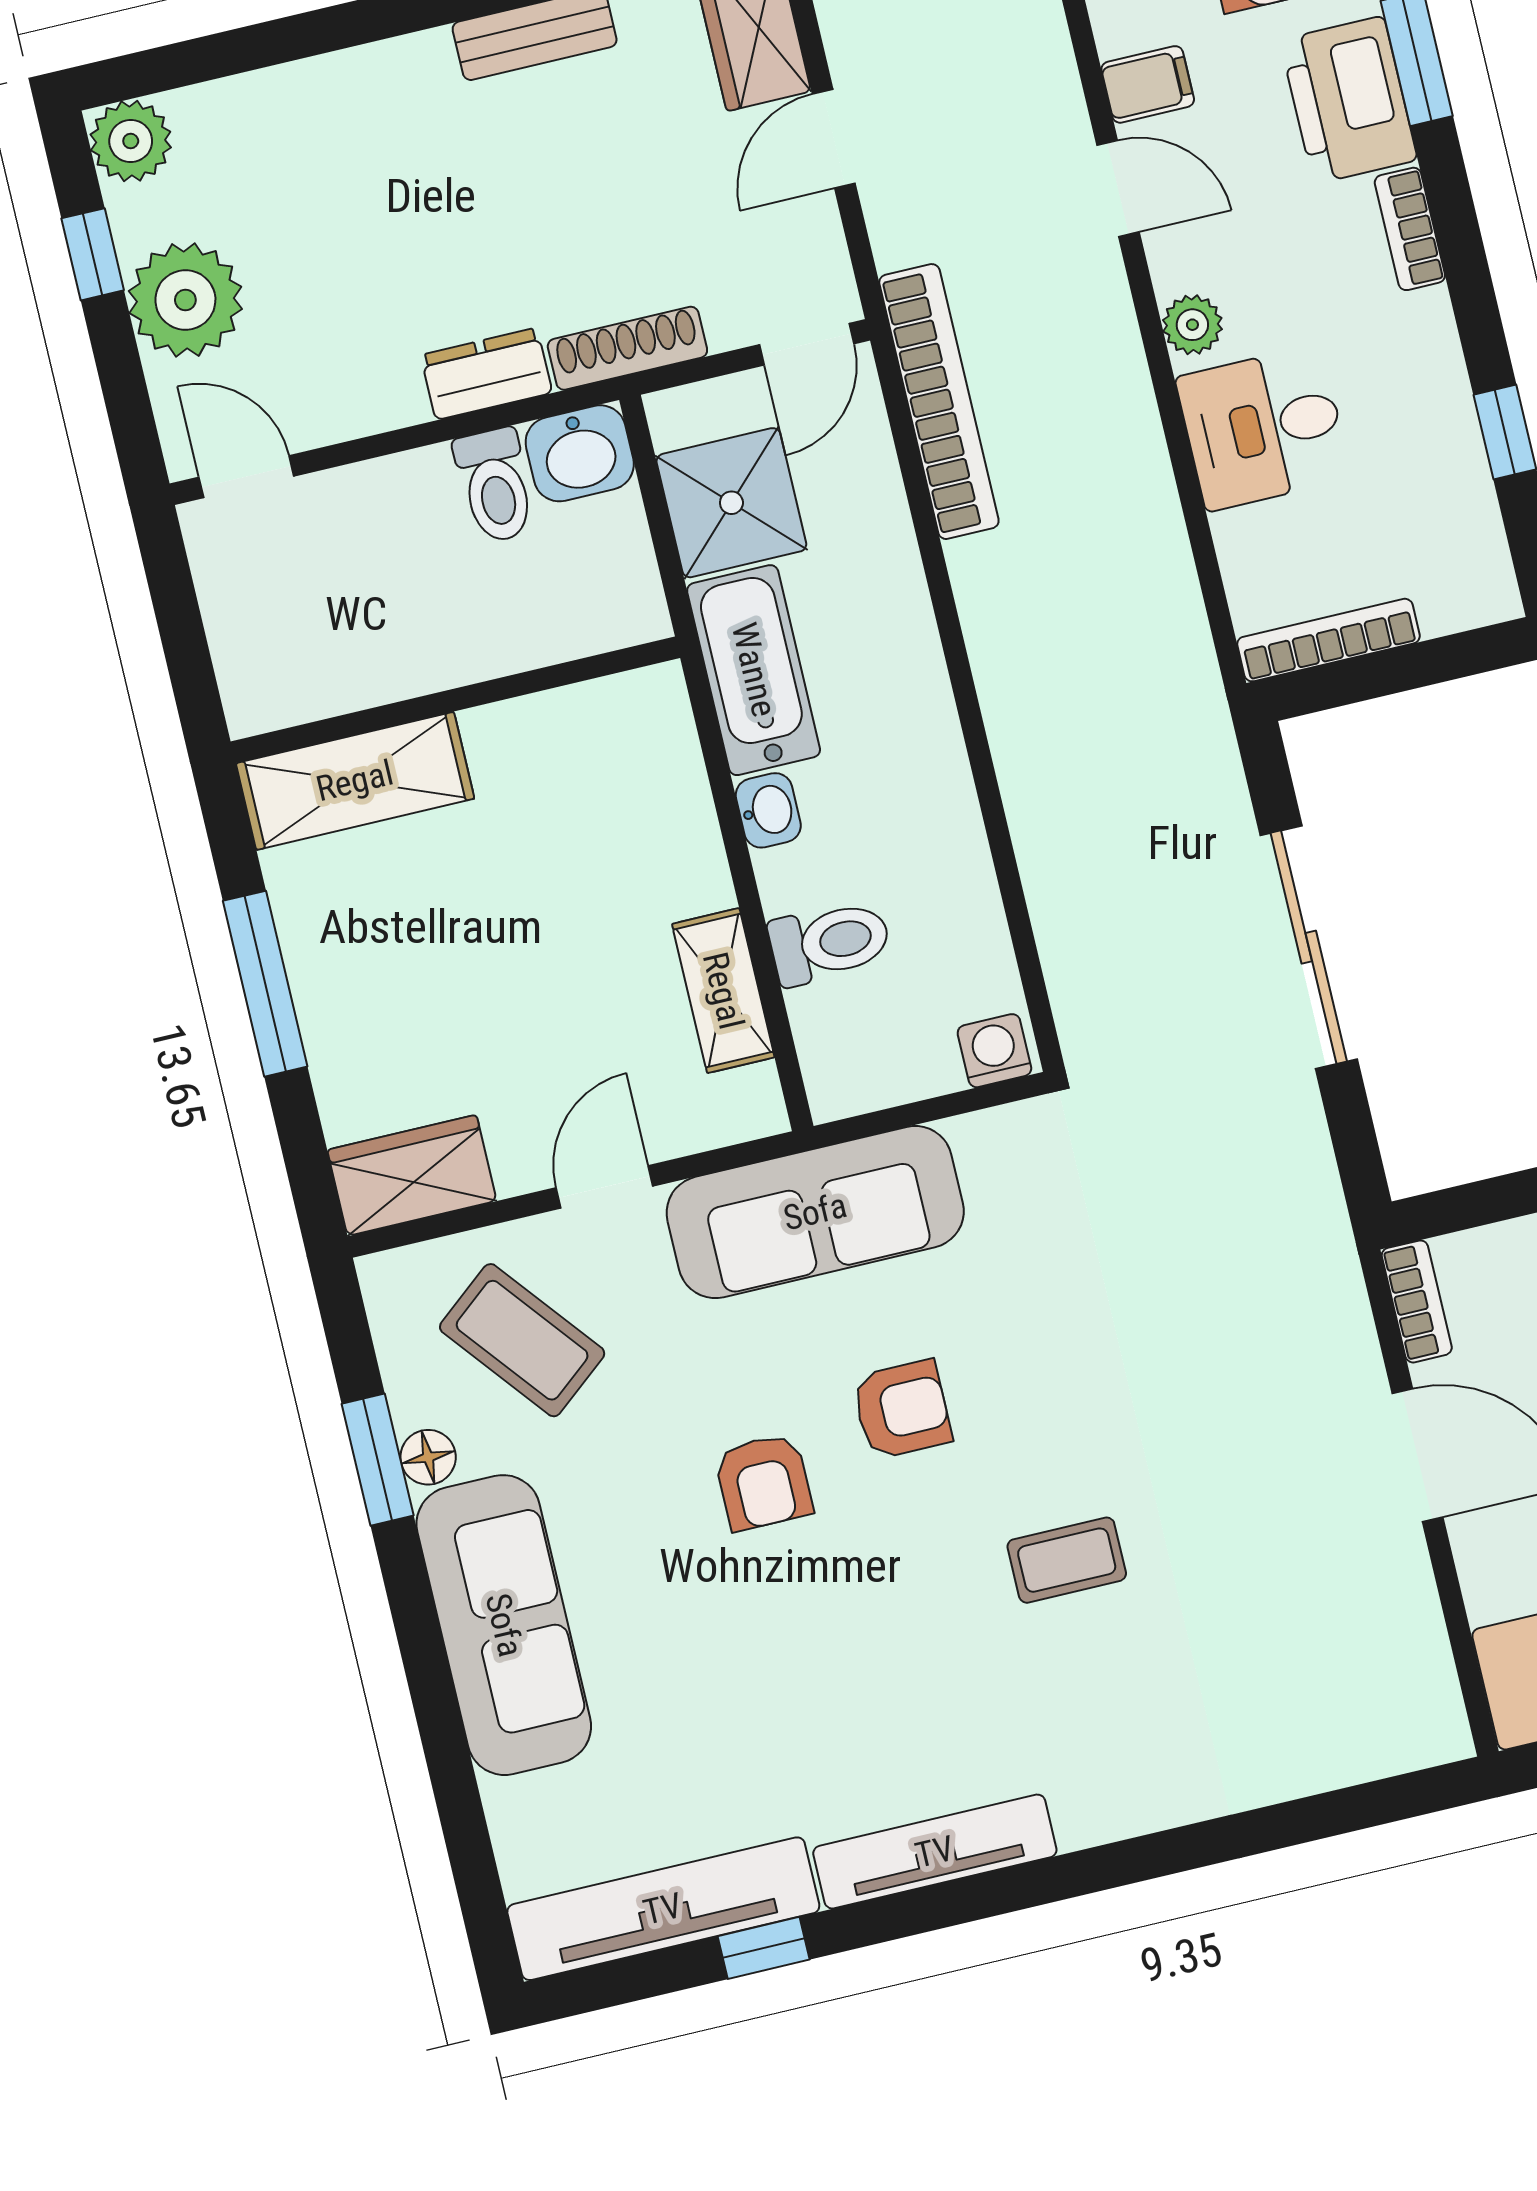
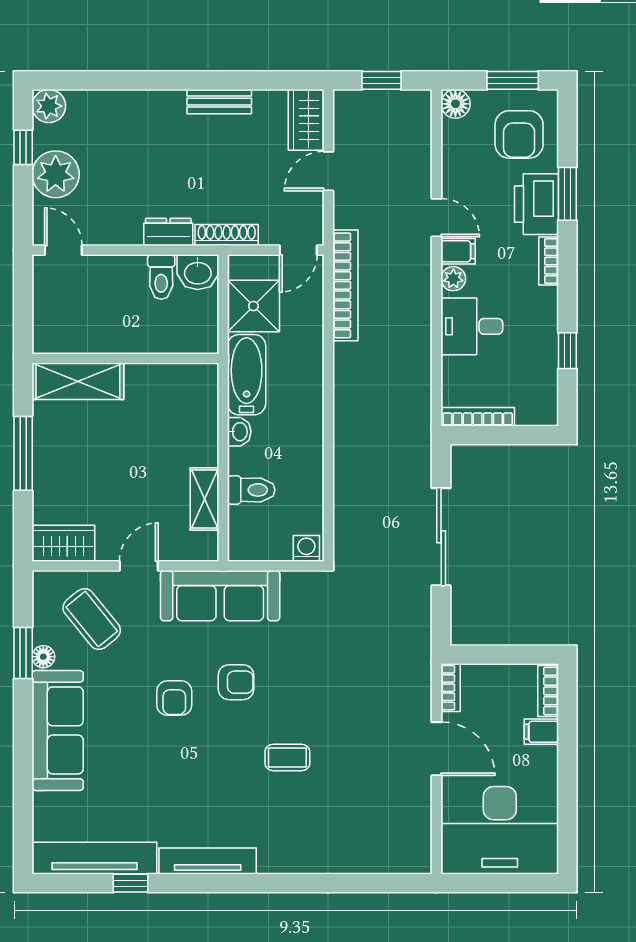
filing cabinet: (1148, 84) -> (458, 251), moved

